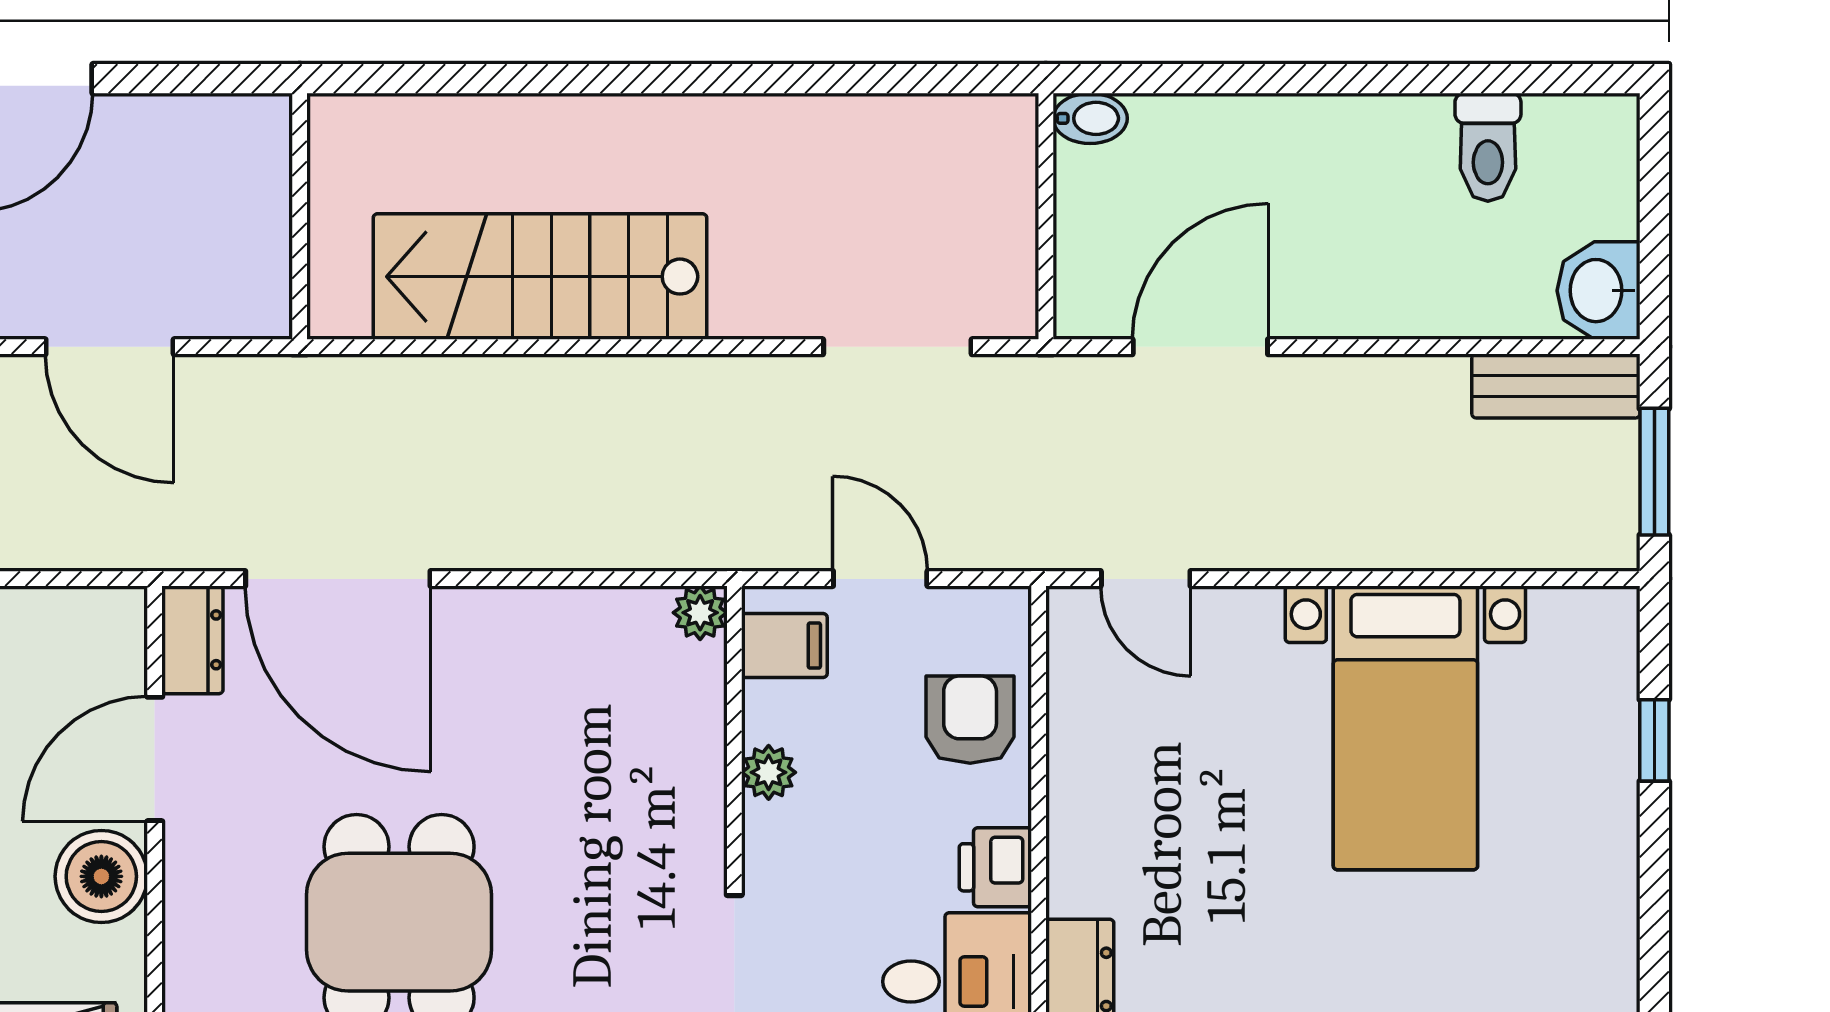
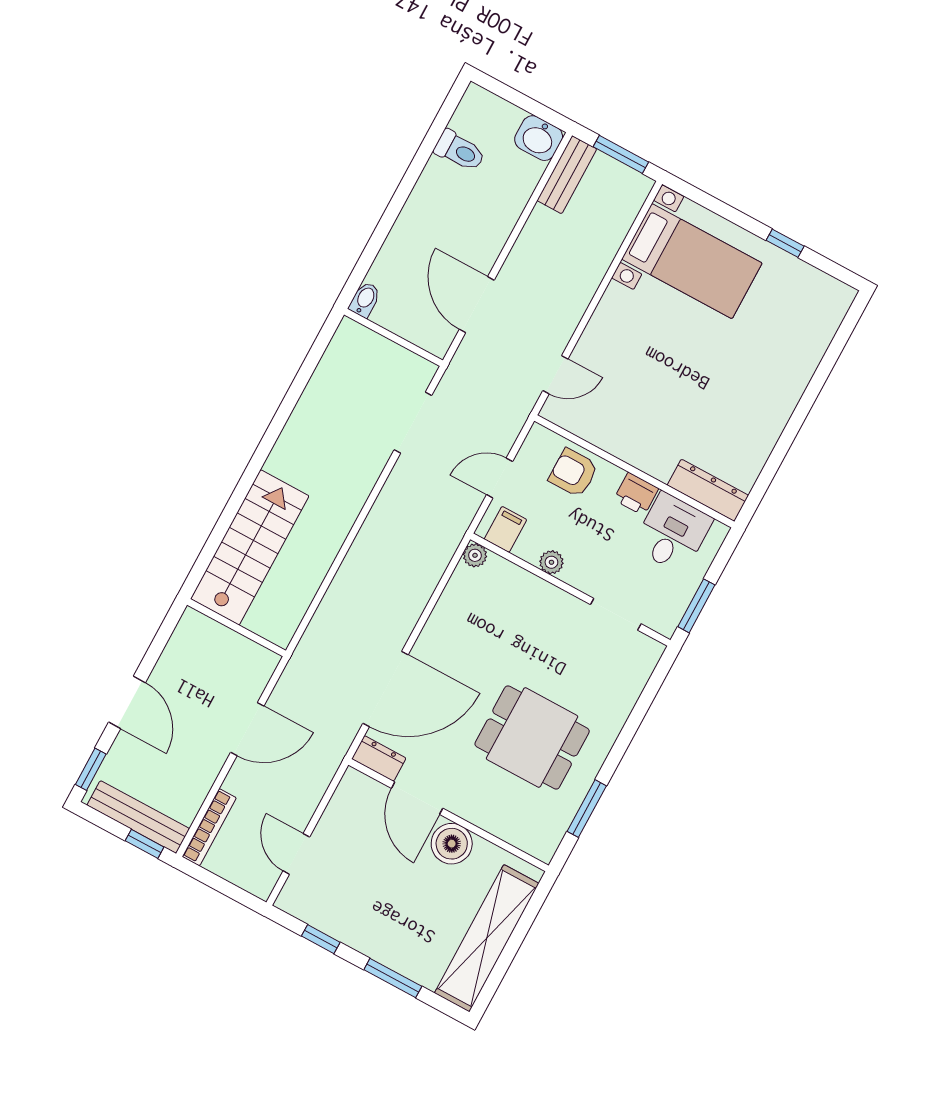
stairs: (540, 277) -> (250, 547), moved, turned 180
bed with nightstands: (1405, 728) -> (692, 261), moved
window: (1654, 740) -> (785, 243), moved

